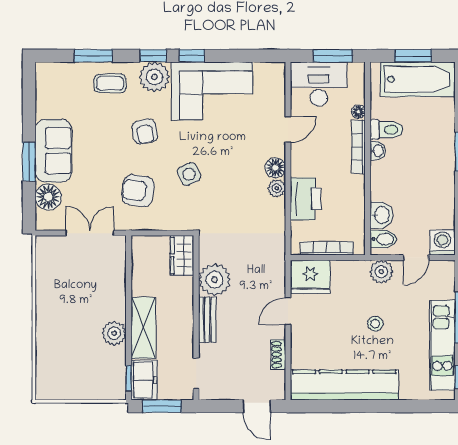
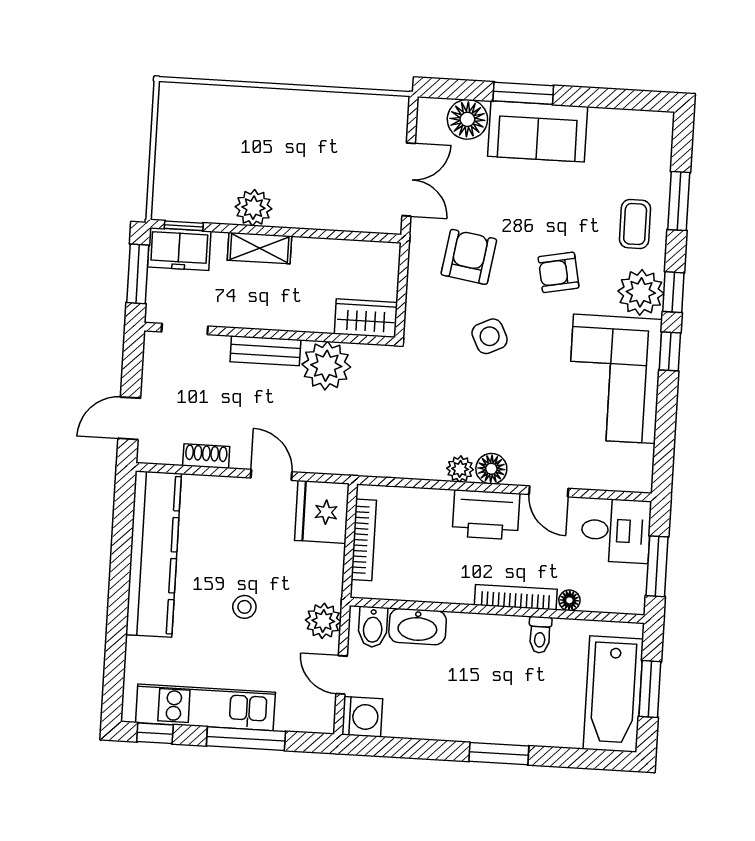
desk: (319, 84) -> (616, 531), width x0.73
toilet: (387, 130) -> (540, 635), width x0.73, depth x0.72
washbasin: (378, 151) -> (508, 626), removed
printer: (306, 199) -> (486, 515), moved
washbasin: (381, 215) -> (418, 627), width x1.38
shelving: (143, 328) -> (259, 248), width x0.67, depth x0.75

